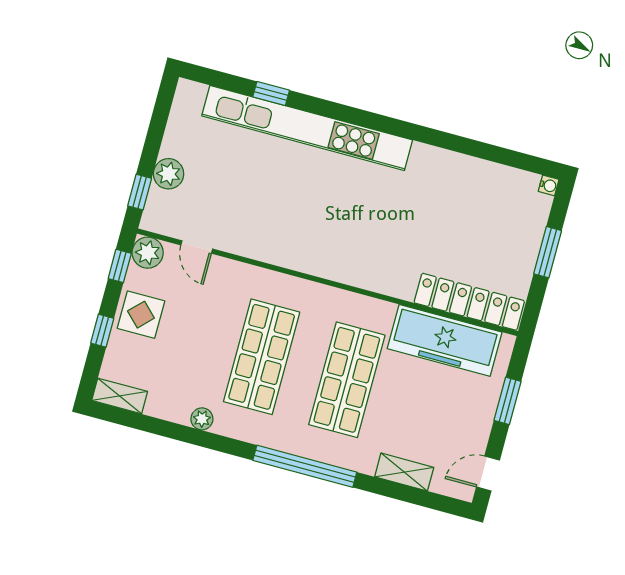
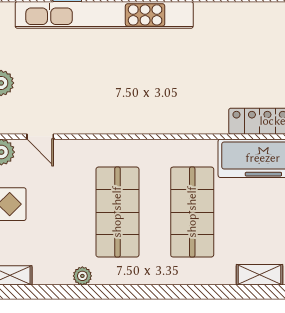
window: (305, 466) -> (177, 292), removed

